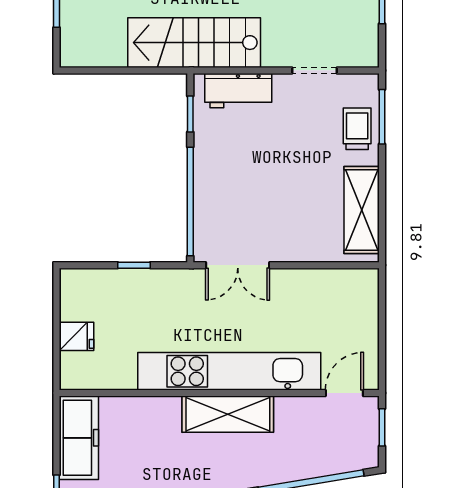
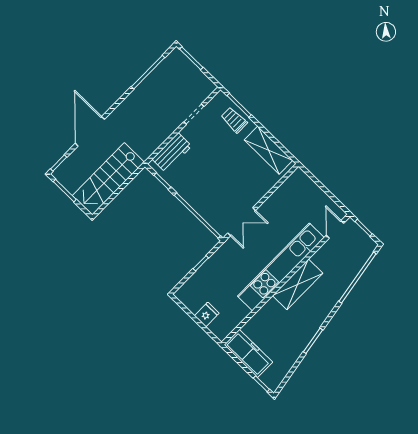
stairs: (194, 43) -> (108, 179), moved

